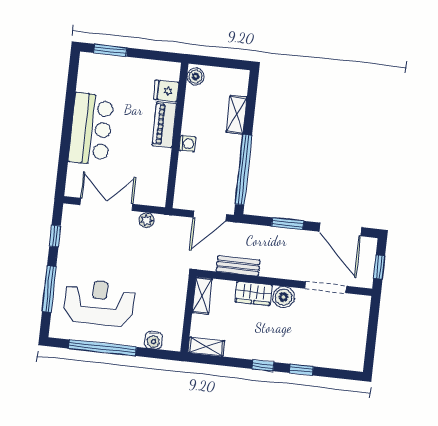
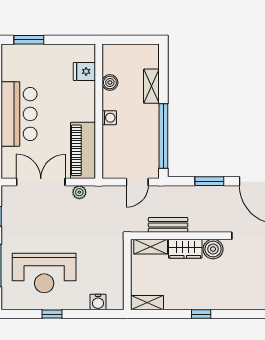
boiler: (196, 76) -> (110, 83), moved
piano: (164, 125) -> (83, 150), moved, width x1.37, depth x1.33
door: (210, 216) -> (137, 182), width x0.73
shelving: (202, 295) -> (151, 247), moved, turned 90
reception desk: (99, 303) -> (44, 273), turned 180
window: (103, 348) -> (52, 314), width x0.32
window: (301, 370) -> (237, 314), removed

